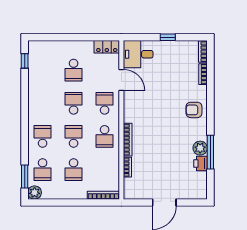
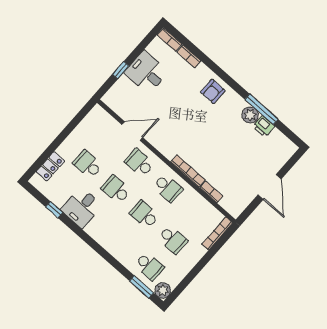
window: (168, 37) -> (121, 70), moved
locker: (107, 47) -> (50, 166), moved
desk: (138, 54) -> (146, 72), moved, turned 90
window: (25, 61) -> (54, 210), moved
school desk: (74, 70) -> (88, 164), turned 180
desk: (42, 91) -> (82, 208), added
school desk: (43, 136) -> (121, 241), removed

